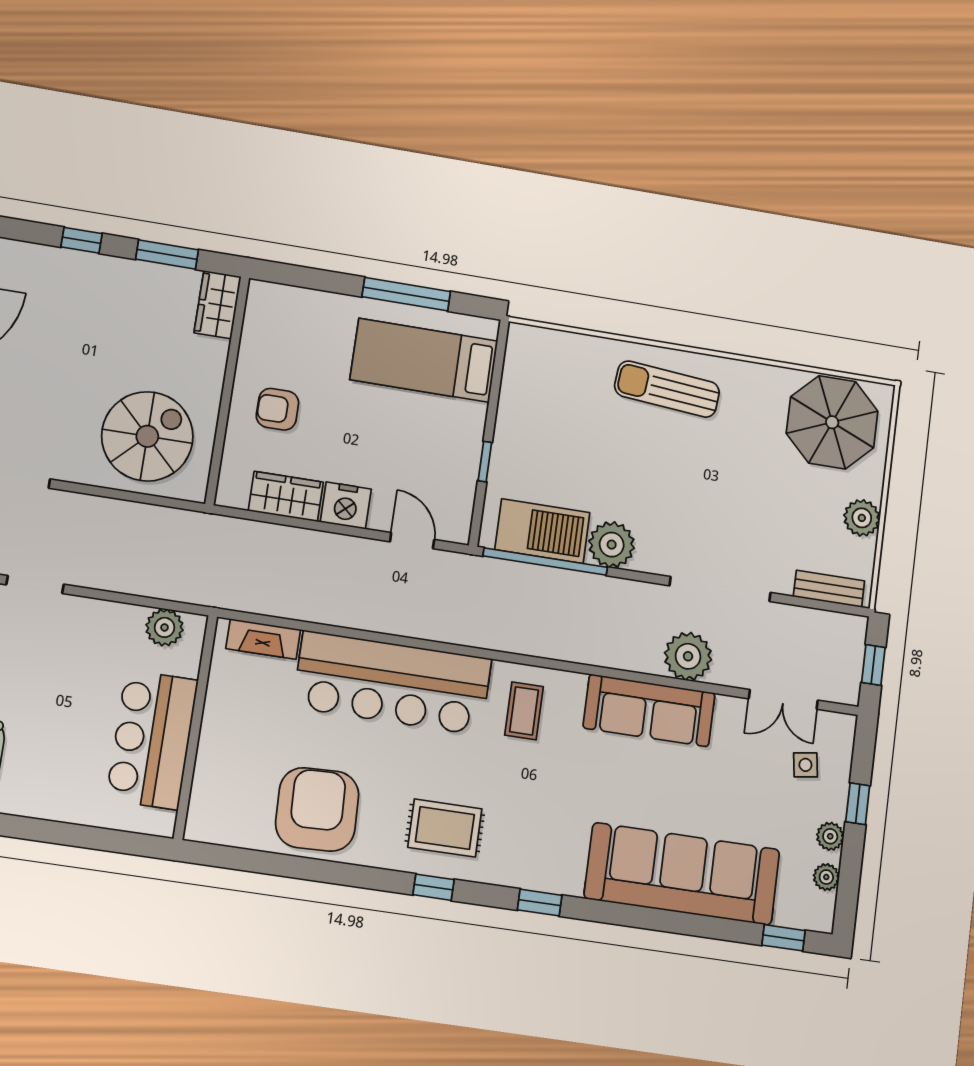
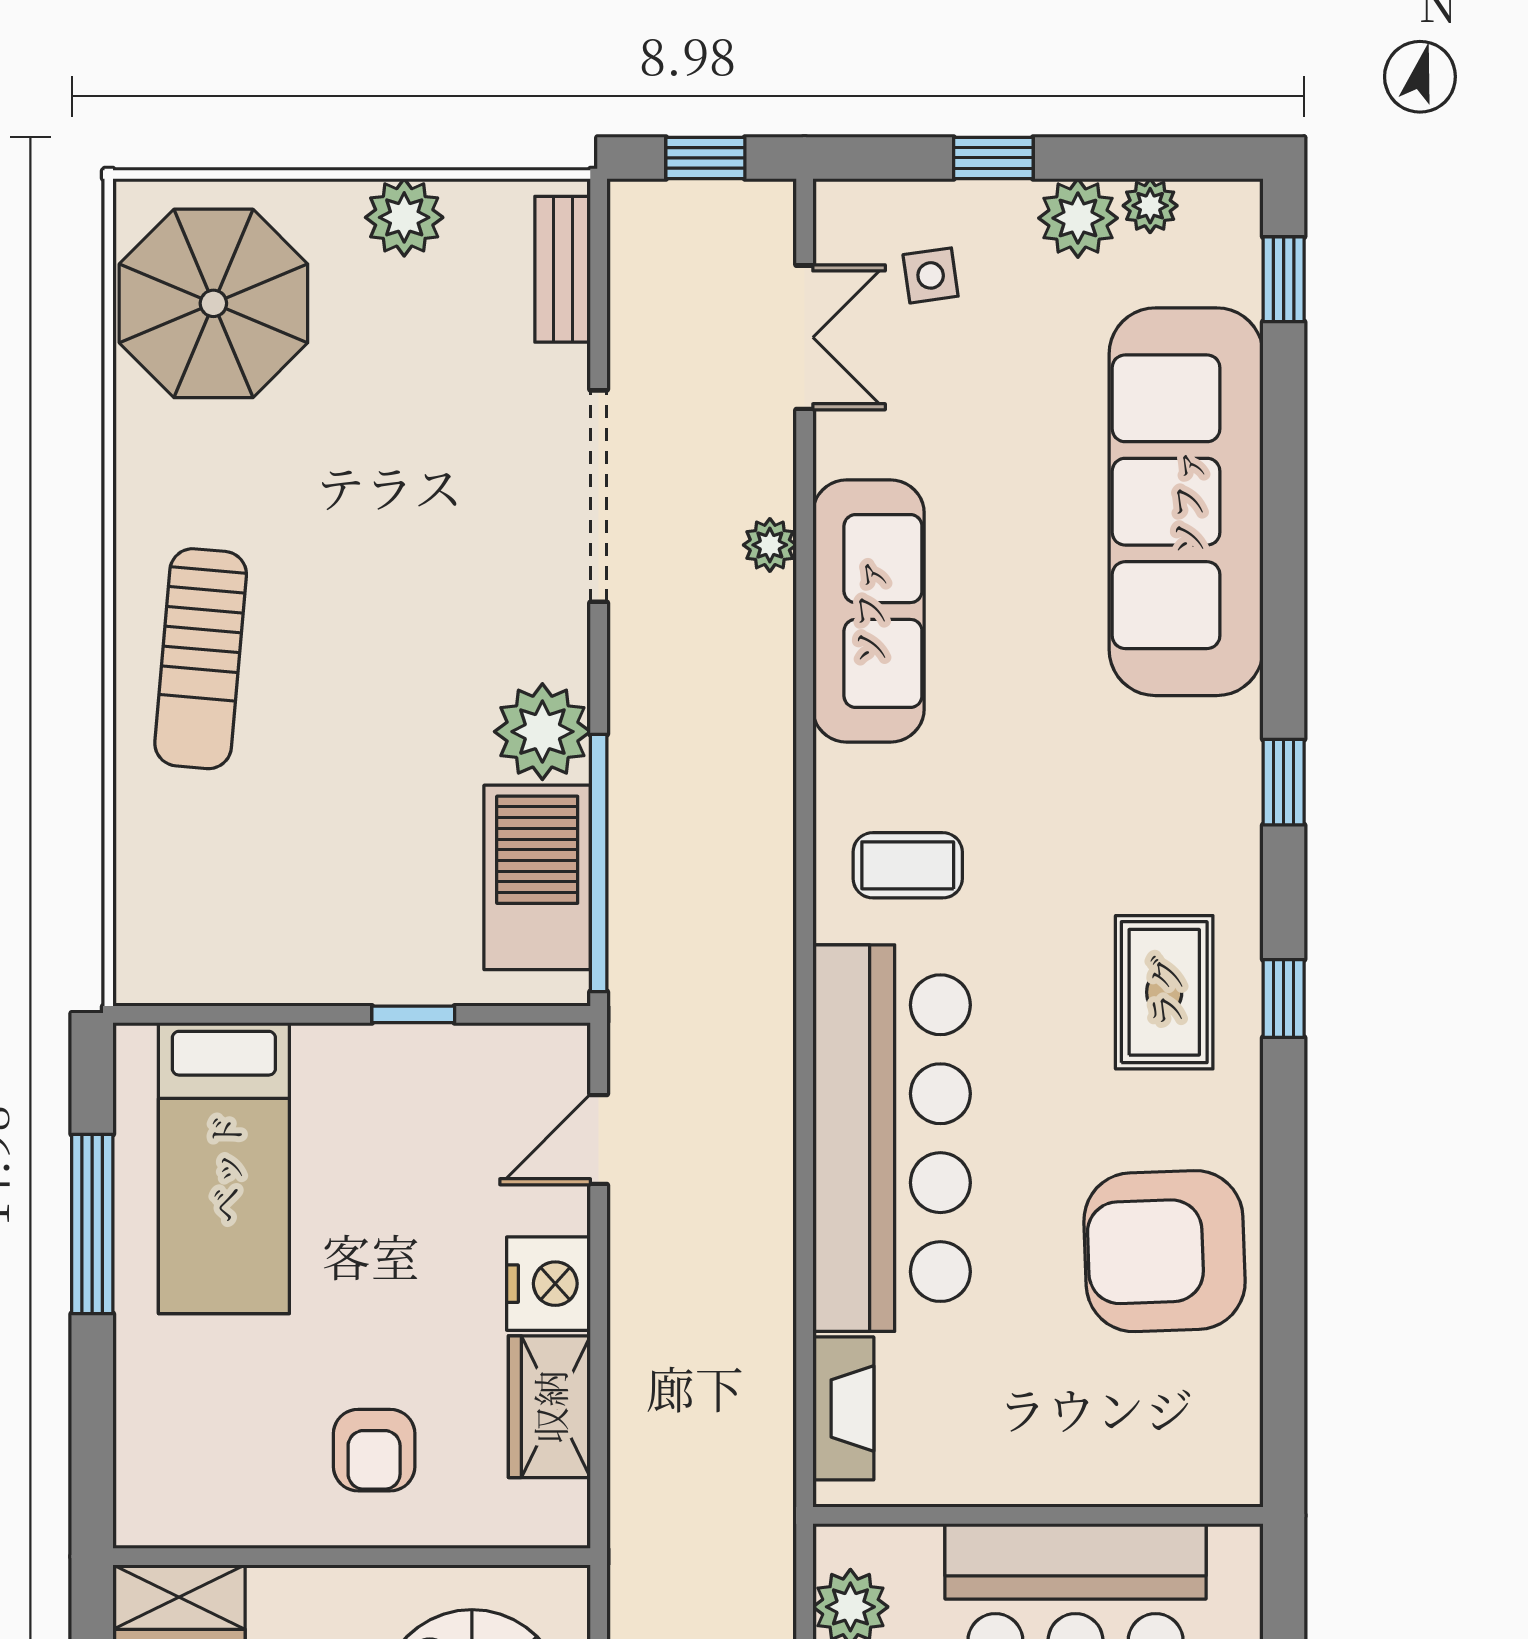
plant: (688, 656) -> (770, 545), width x0.53, depth x0.53
plant: (830, 836) -> (1078, 218), width x1.38, depth x1.38

